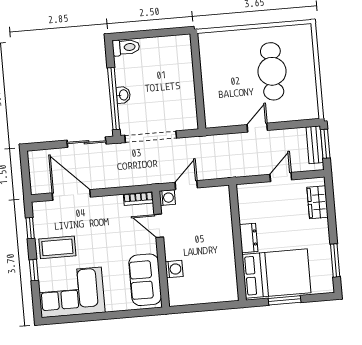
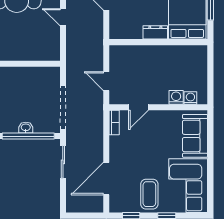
washing machine: (167, 198) -> (190, 98), moved
sofa: (145, 280) -> (195, 136), moved, turned 90

